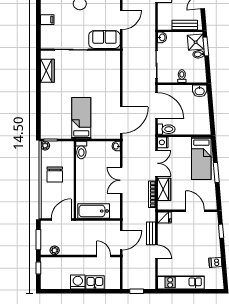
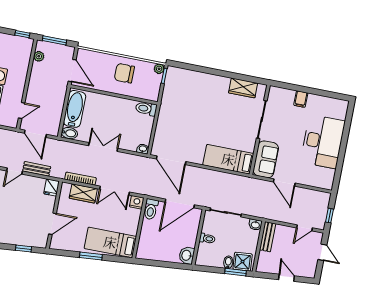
bench: (185, 25) -> (268, 237), moved
bed: (81, 118) -> (228, 159), moved, turned 180
bidet: (115, 211) -> (69, 133), added

